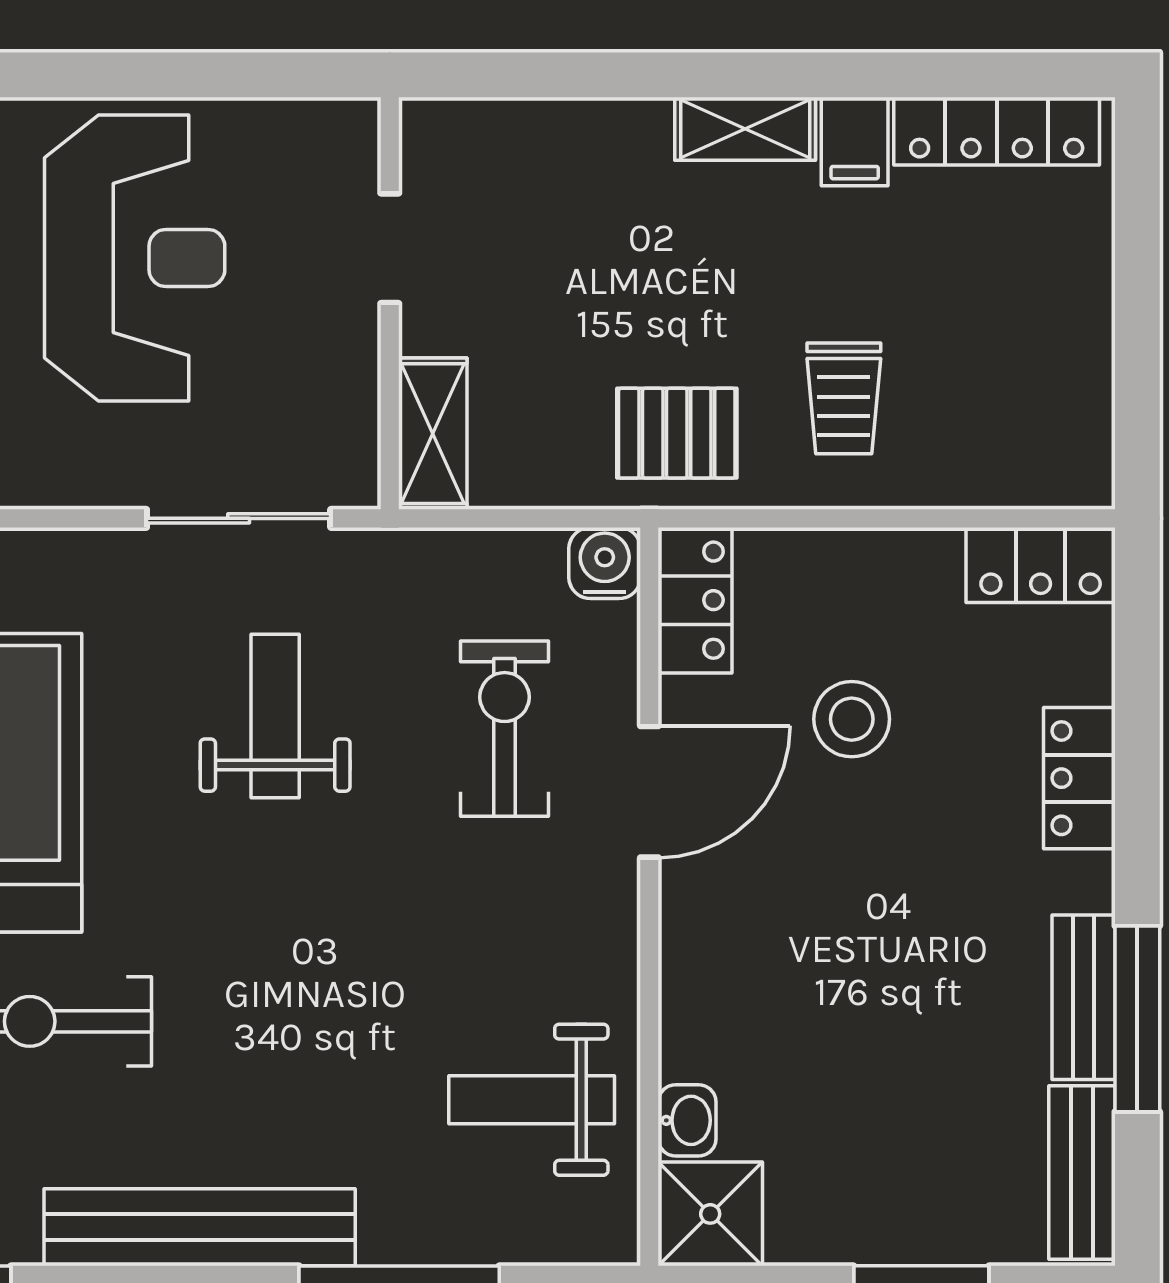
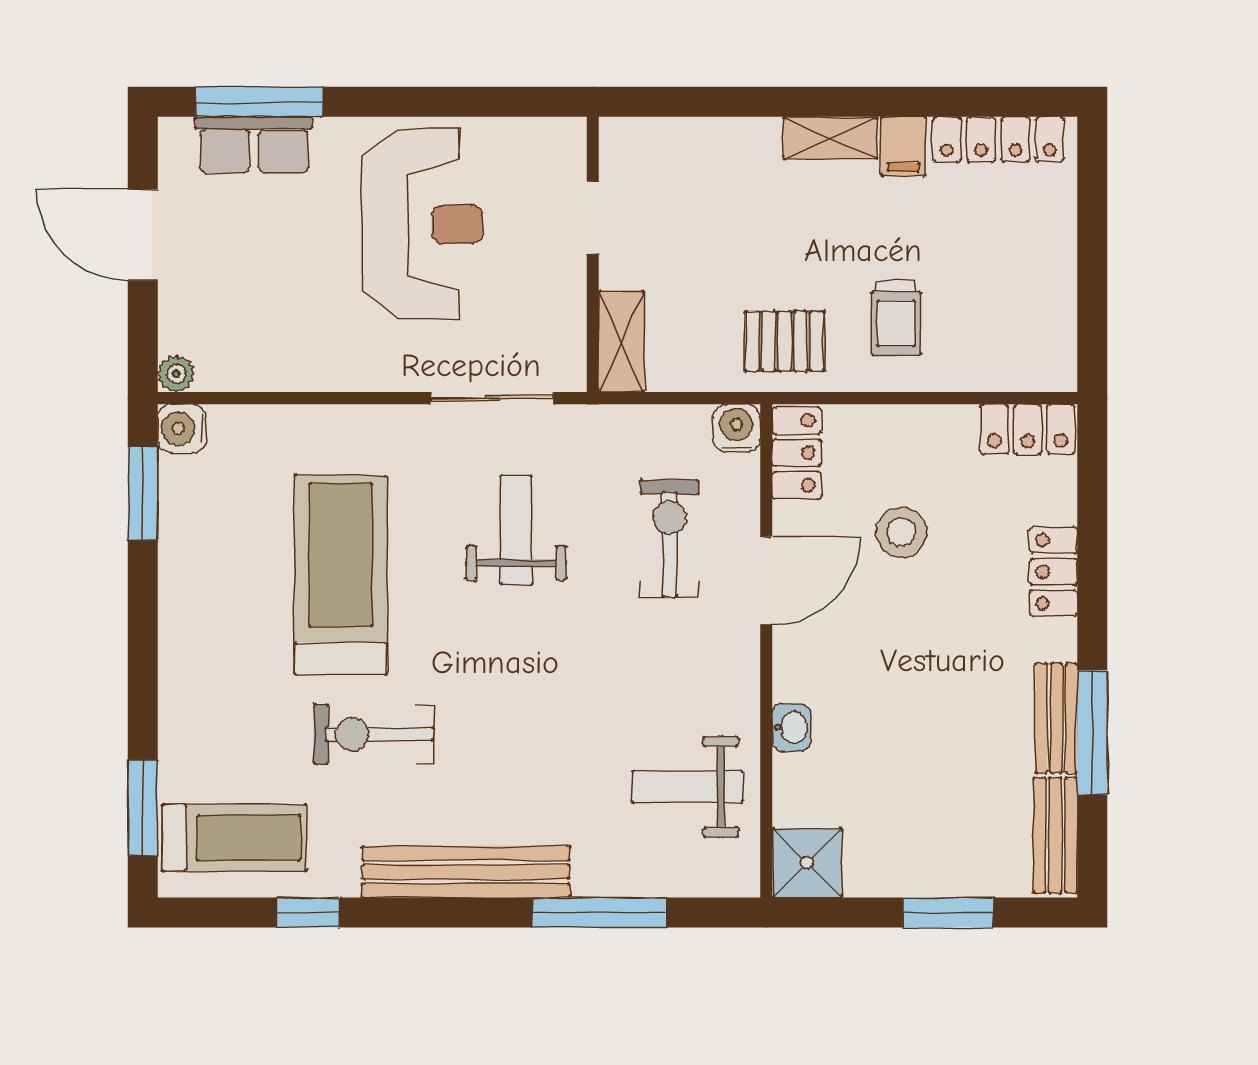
washbasin: (687, 1120) -> (791, 727), moved

